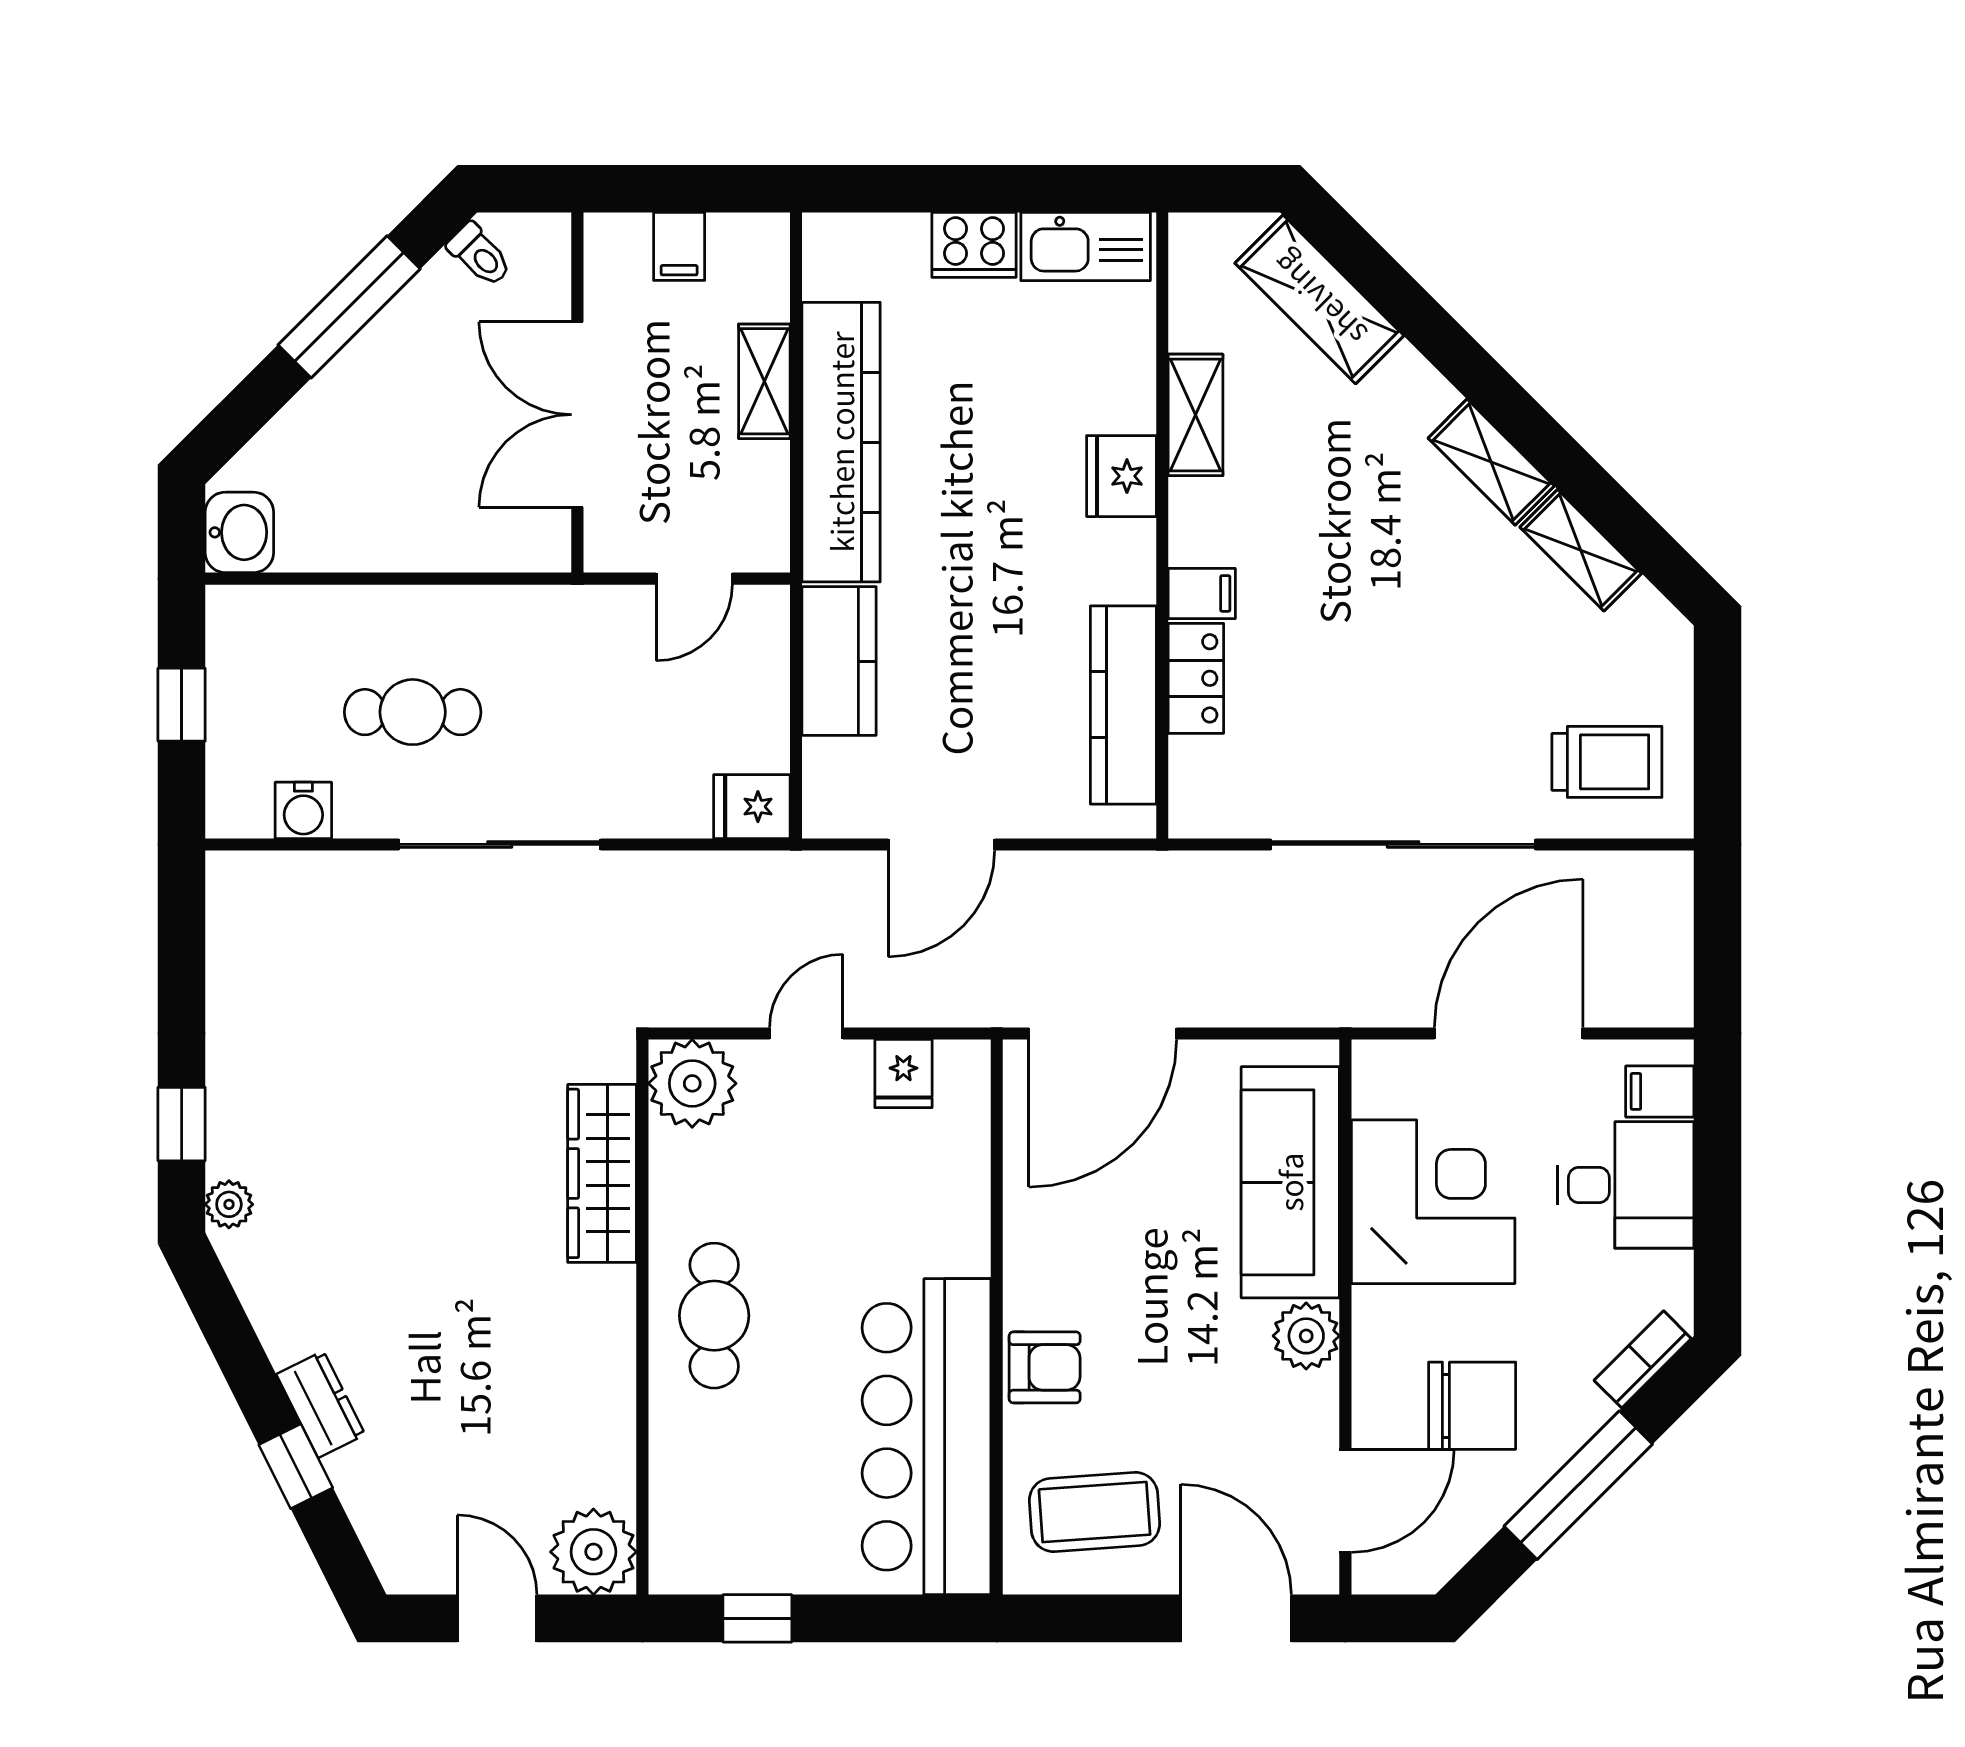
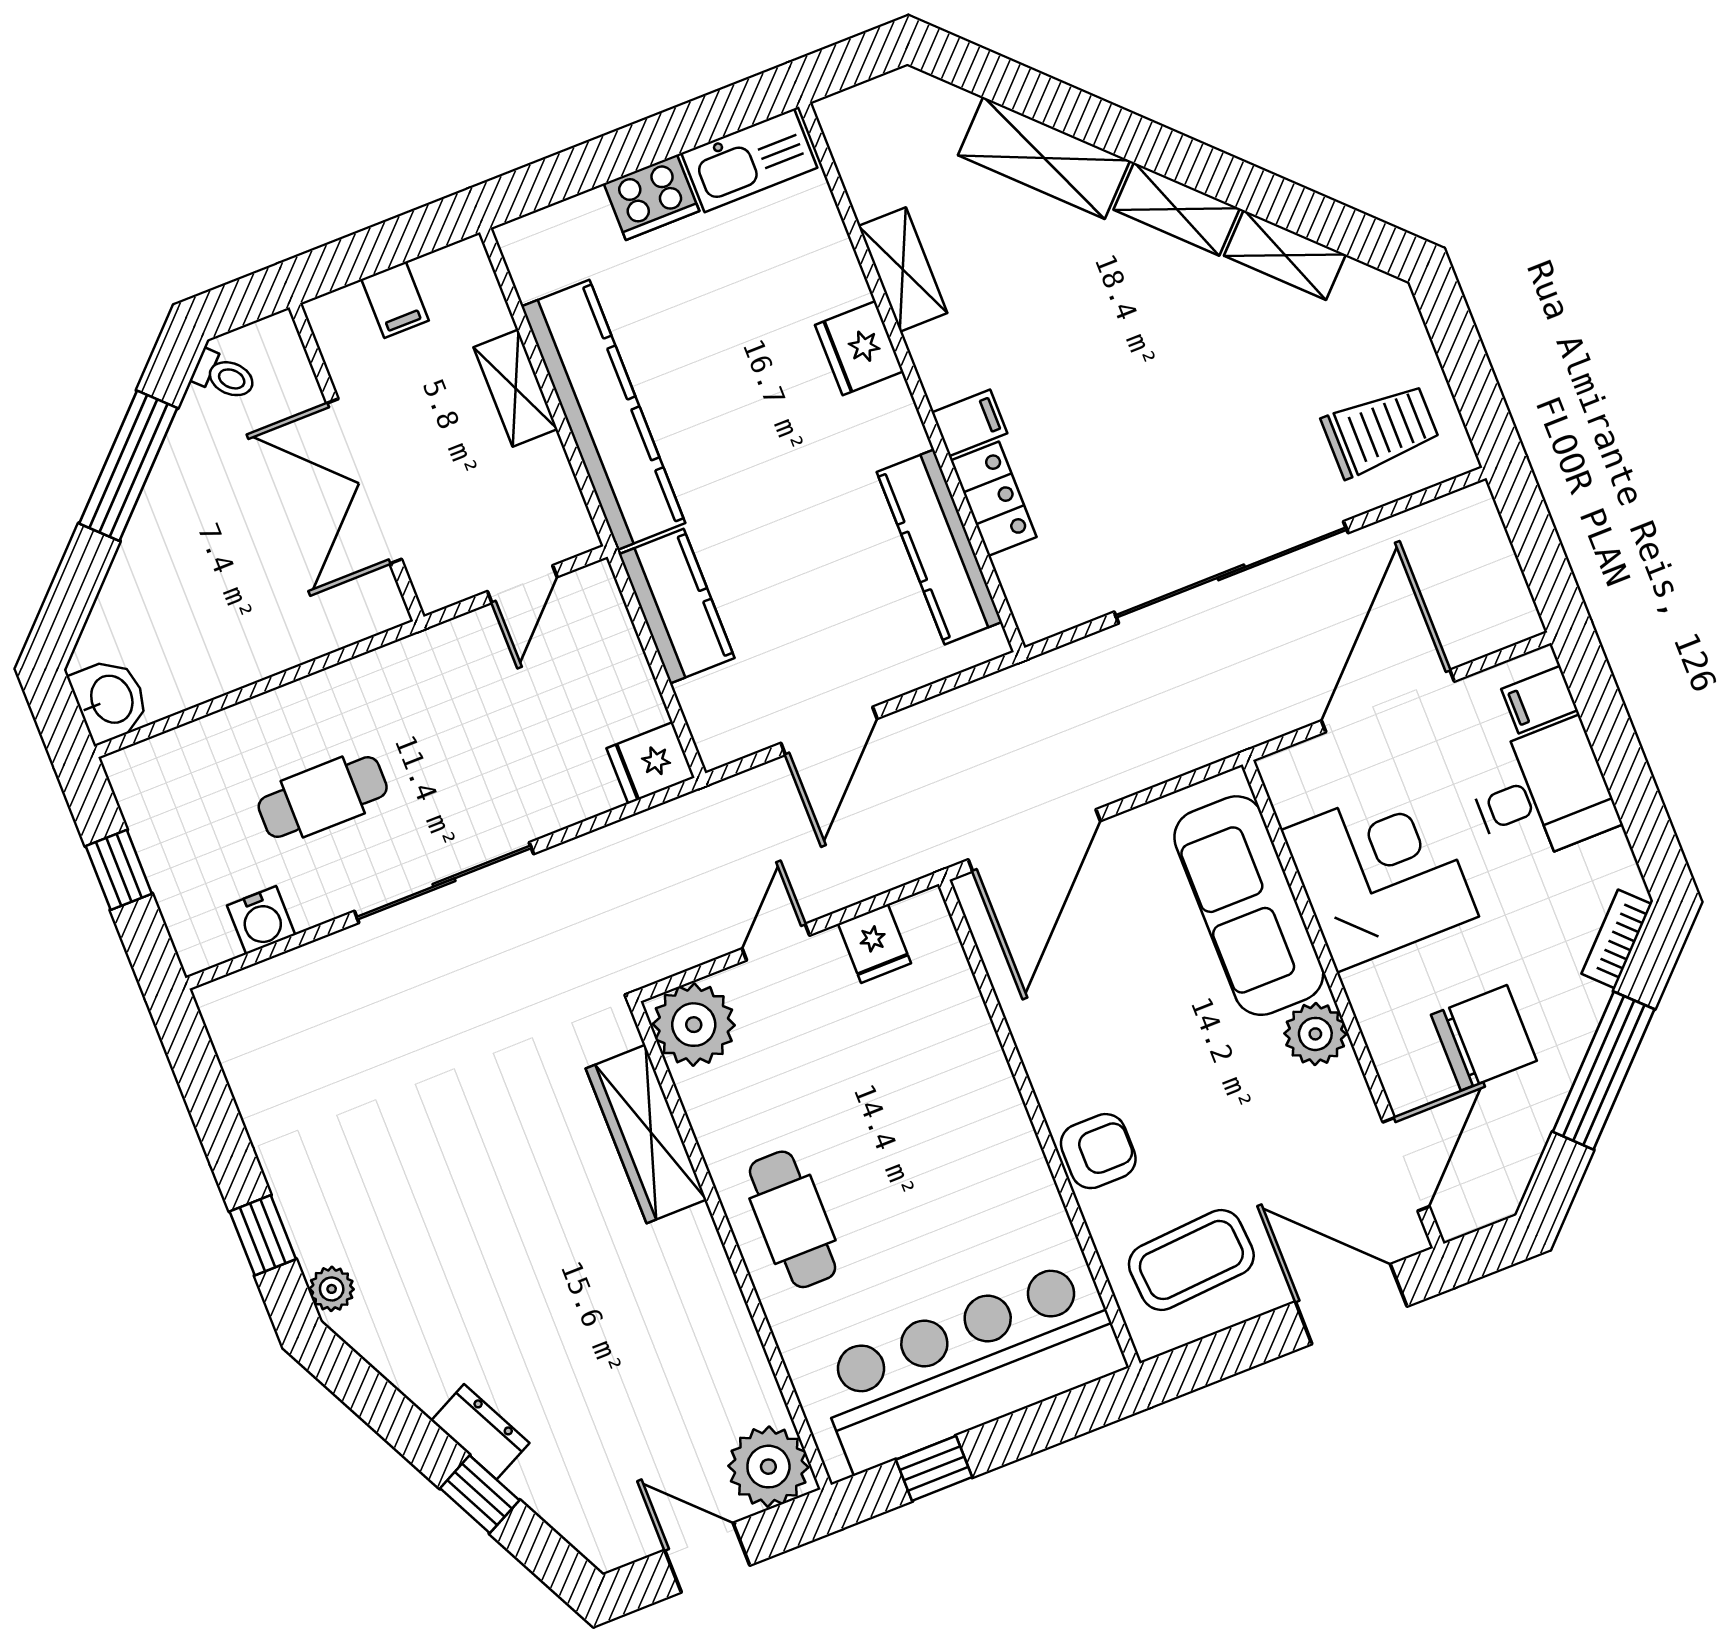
shelving: (1319, 299) -> (1044, 158), moved
bar counter: (927, 1437) -> (970, 1366), moved, turned 90

